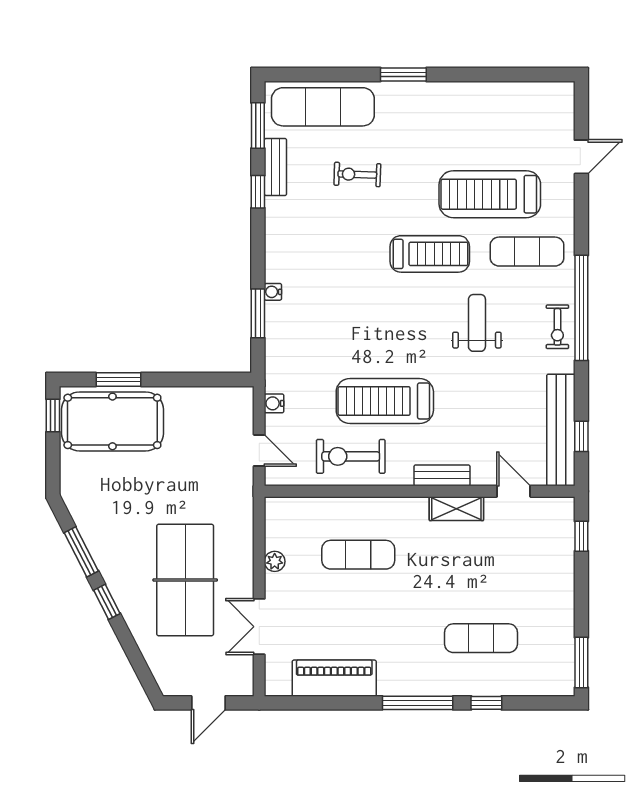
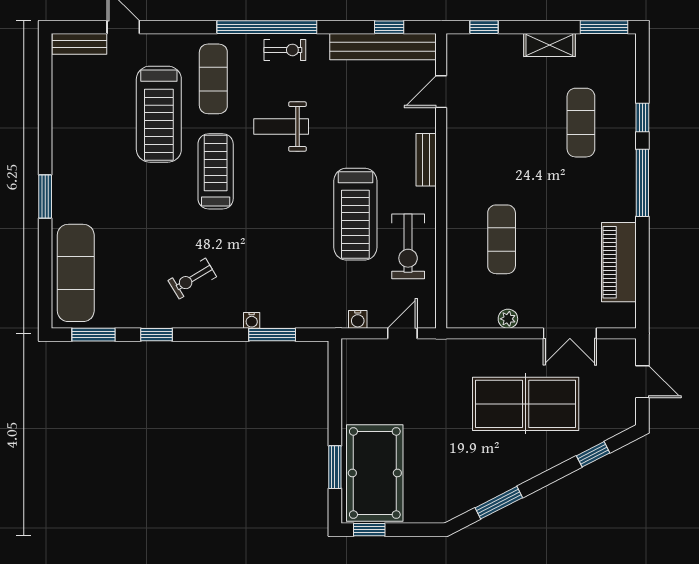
bench: (275, 167) -> (79, 44), moved
exercise bike: (357, 174) -> (192, 279), moved, turned 57
shelving: (456, 509) -> (549, 45), moved, turned 90
window: (107, 602) -> (593, 454), moved

